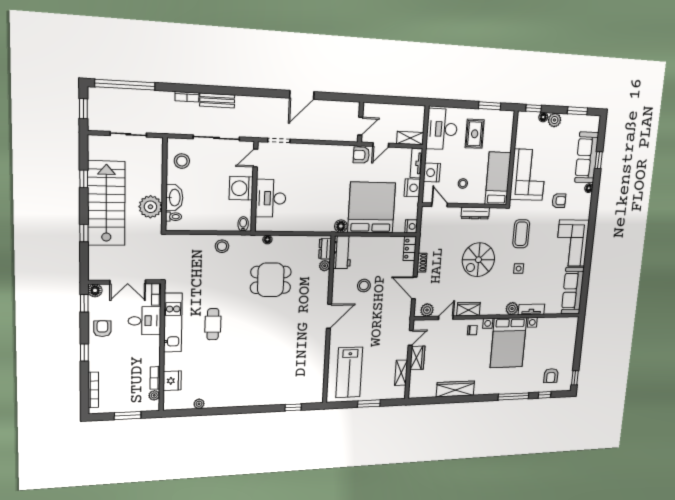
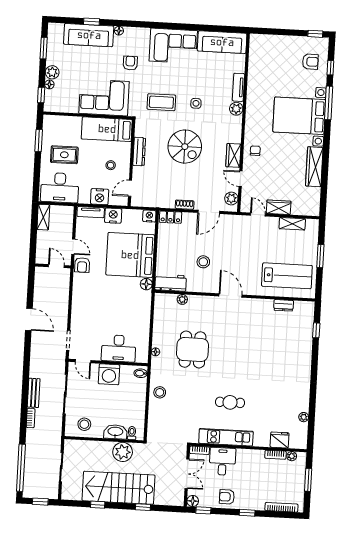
shelving: (410, 138) -> (43, 217), moved
dresser: (325, 249) -> (284, 305), moved
bed with nightstands: (508, 343) -> (299, 116), moved, turned 180

